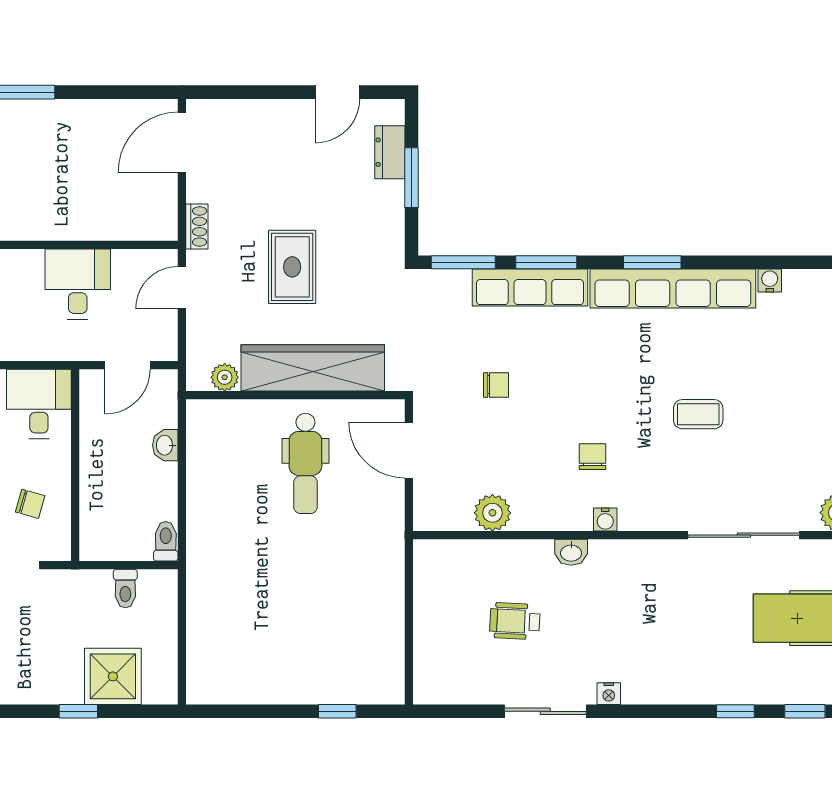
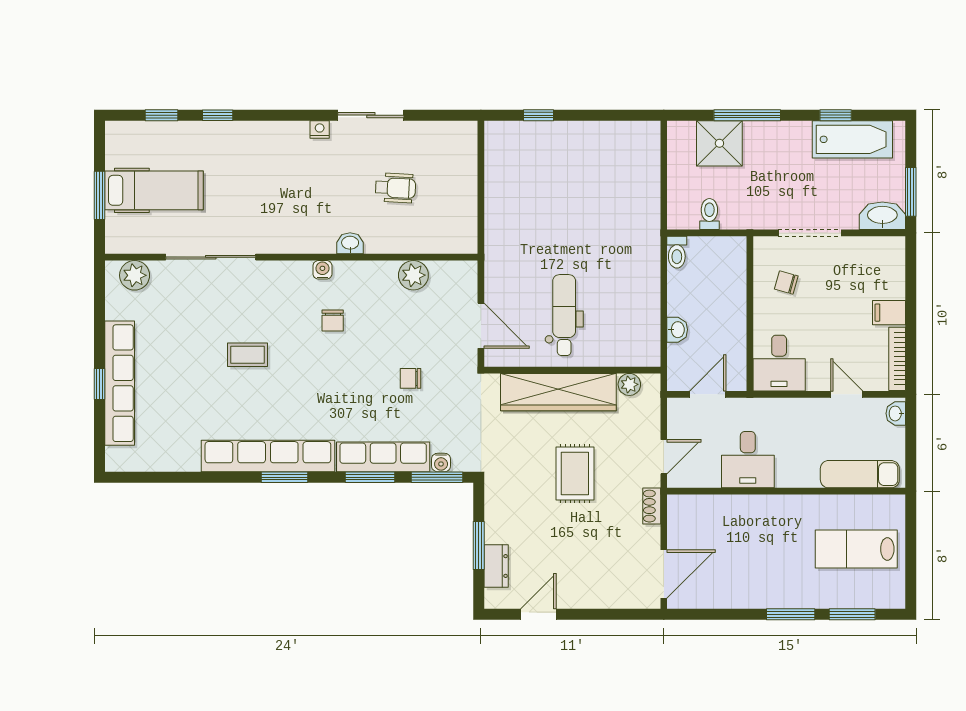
water cooler: (770, 281) -> (441, 462), moved
window: (78, 711) -> (747, 115), width x2.17

